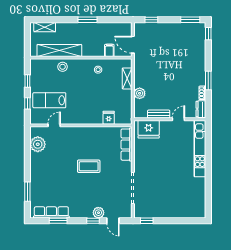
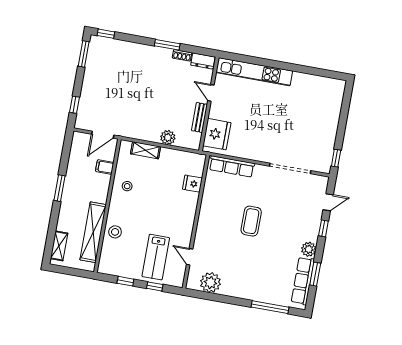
window: (27, 192) -> (270, 307), width x1.44
plant: (98, 213) -> (309, 249), moved

